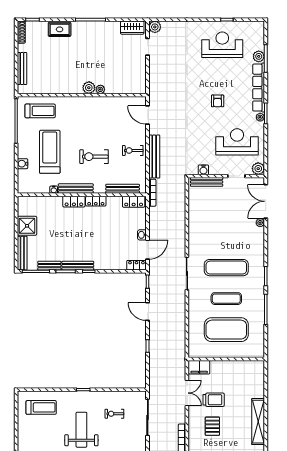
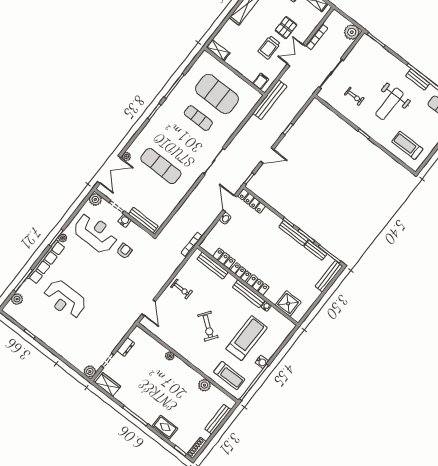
reception desk: (222, 45) -> (65, 299), moved
plant: (259, 56) -> (17, 299), moved
dresser: (141, 69) -> (126, 347), added
plant: (89, 88) -> (204, 385), moved
armchair: (218, 101) -> (124, 251), moved
treadmill: (40, 111) -> (229, 376), turned 180
reception desk: (237, 142) -> (96, 233), turned 180
treadmill: (50, 152) -> (247, 338), turned 180
exercise bike: (94, 157) -> (208, 326), moved, turned 37
bench: (154, 157) -> (270, 100), moved
water cooler: (23, 164) -> (262, 362), moved
water cooler: (203, 170) -> (125, 221), moved
locker: (134, 202) -> (224, 258), moved
shower: (27, 226) -> (288, 304), moved
door: (148, 250) -> (230, 203), hinge flipped
locker: (136, 265) -> (252, 201), width x1.53
exercise mat: (226, 268) -> (161, 166), moved
door: (148, 312) -> (267, 156), hinge flipped
shelving: (253, 365) -> (218, 50), added
filing cabinet: (199, 367) -> (261, 81), width x0.50
double door: (187, 393) -> (296, 55), moved
trolley: (214, 400) -> (269, 47), turned -90

